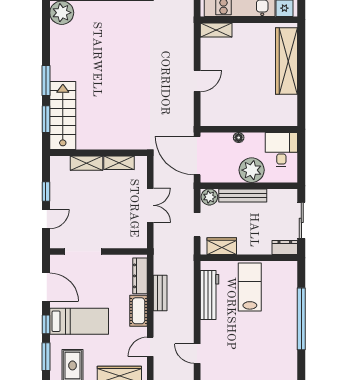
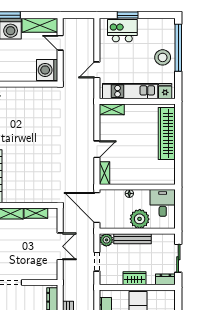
shelving: (207, 112) -> (105, 173), added
wardrobe: (222, 246) -> (135, 278), moved

